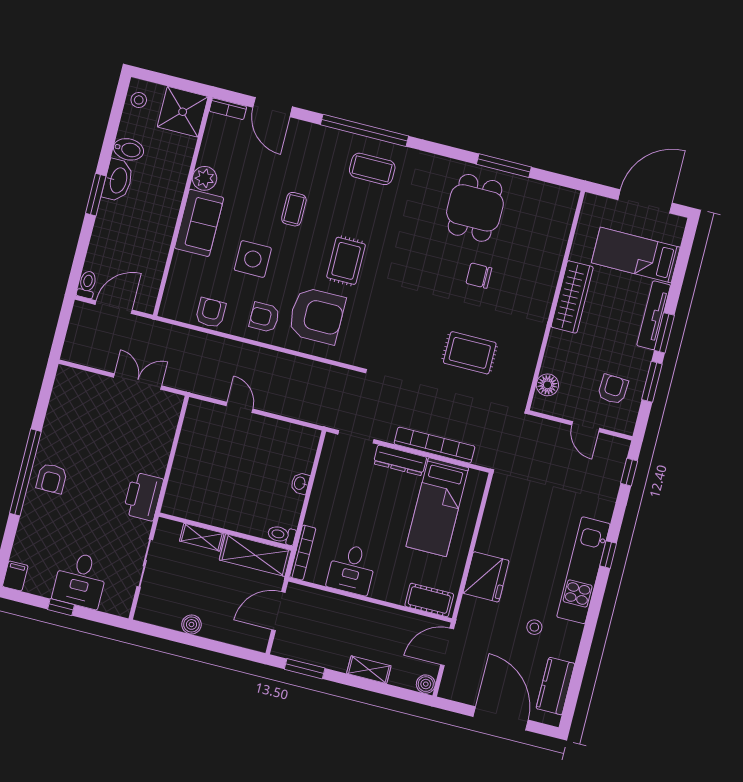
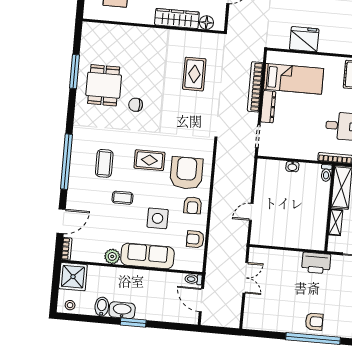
coffee table: (372, 169) -> (104, 163), moved
dining table: (475, 208) -> (104, 85), turned 90
sofa: (199, 223) -> (147, 256), width x1.36
chair: (479, 276) -> (136, 105), moved, turned 90
toilet: (87, 284) -> (193, 279), moved
wardrobe: (572, 297) -> (177, 18), moved
double door: (138, 382) -> (245, 278), swing flipped
fridge: (486, 577) -> (304, 39), moved

